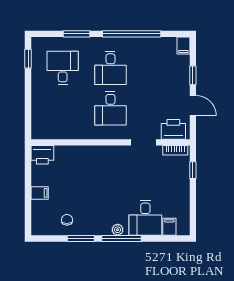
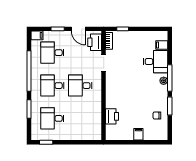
desk: (110, 68) -> (52, 86), turned 180
desk: (158, 68) -> (52, 53), added
door: (193, 105) -> (78, 29), swing flipped
desk: (110, 108) -> (80, 86), turned 180
printer: (42, 155) -> (112, 116), moved

